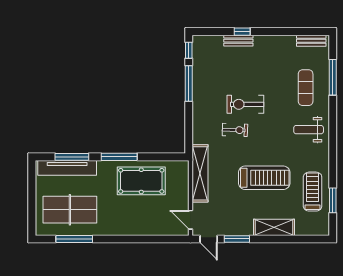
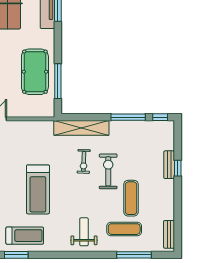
exercise mat: (273, 81) -> (131, 198), added
window: (119, 157) -> (58, 81), moved
shelving: (200, 173) -> (81, 128), moved

